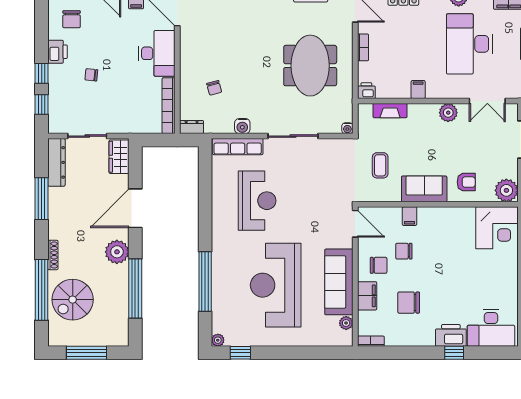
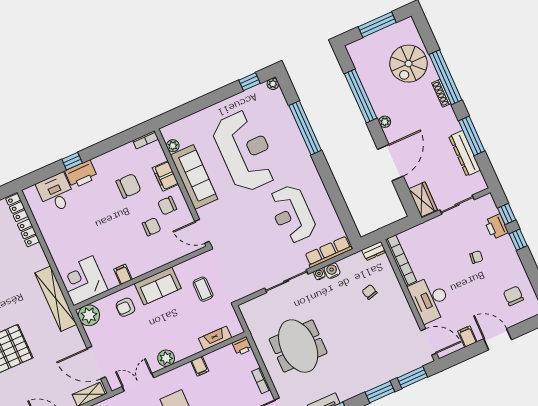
printer: (57, 52) -> (496, 227), moved
water cooler: (347, 128) -> (319, 274), moved
dresser: (56, 162) -> (465, 153), moved
filing cabinet: (410, 216) -> (123, 274), moved
plant: (117, 252) -> (385, 122), width x0.53, depth x0.53
window: (42, 290) -> (446, 77), moved
spiral stairs: (73, 300) -> (408, 64), turned 180
desk: (491, 328) -> (56, 193), width x0.73

